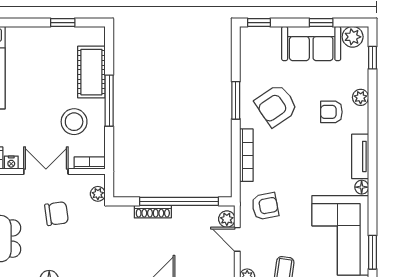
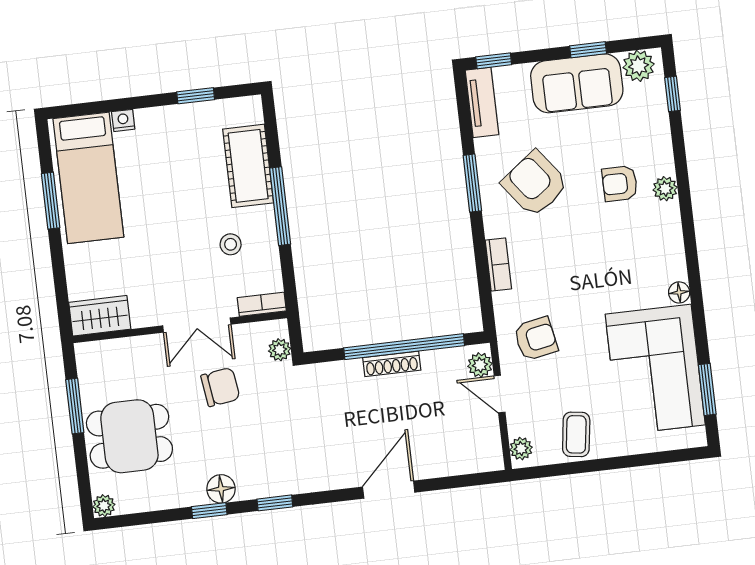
plant: (361, 97) -> (665, 189), moved
armchair: (276, 105) -> (535, 184), turned 87
stool: (74, 122) -> (231, 244), width x0.53, depth x0.53
bookcase: (246, 155) -> (498, 265), width x0.64
tv unit: (360, 156) -> (482, 102), moved, turned 180
nightstand: (11, 163) -> (123, 120), moved, turned 180
double door: (46, 172) -> (197, 325), swing flipped
shoe rack: (153, 212) -> (392, 364), moved

